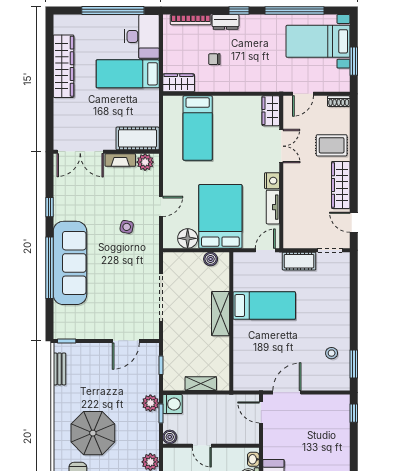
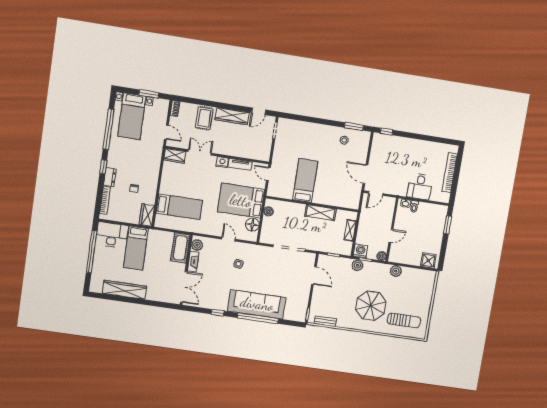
cot: (299, 261) -> (279, 152), removed
shelving: (221, 314) -> (320, 213), moved

